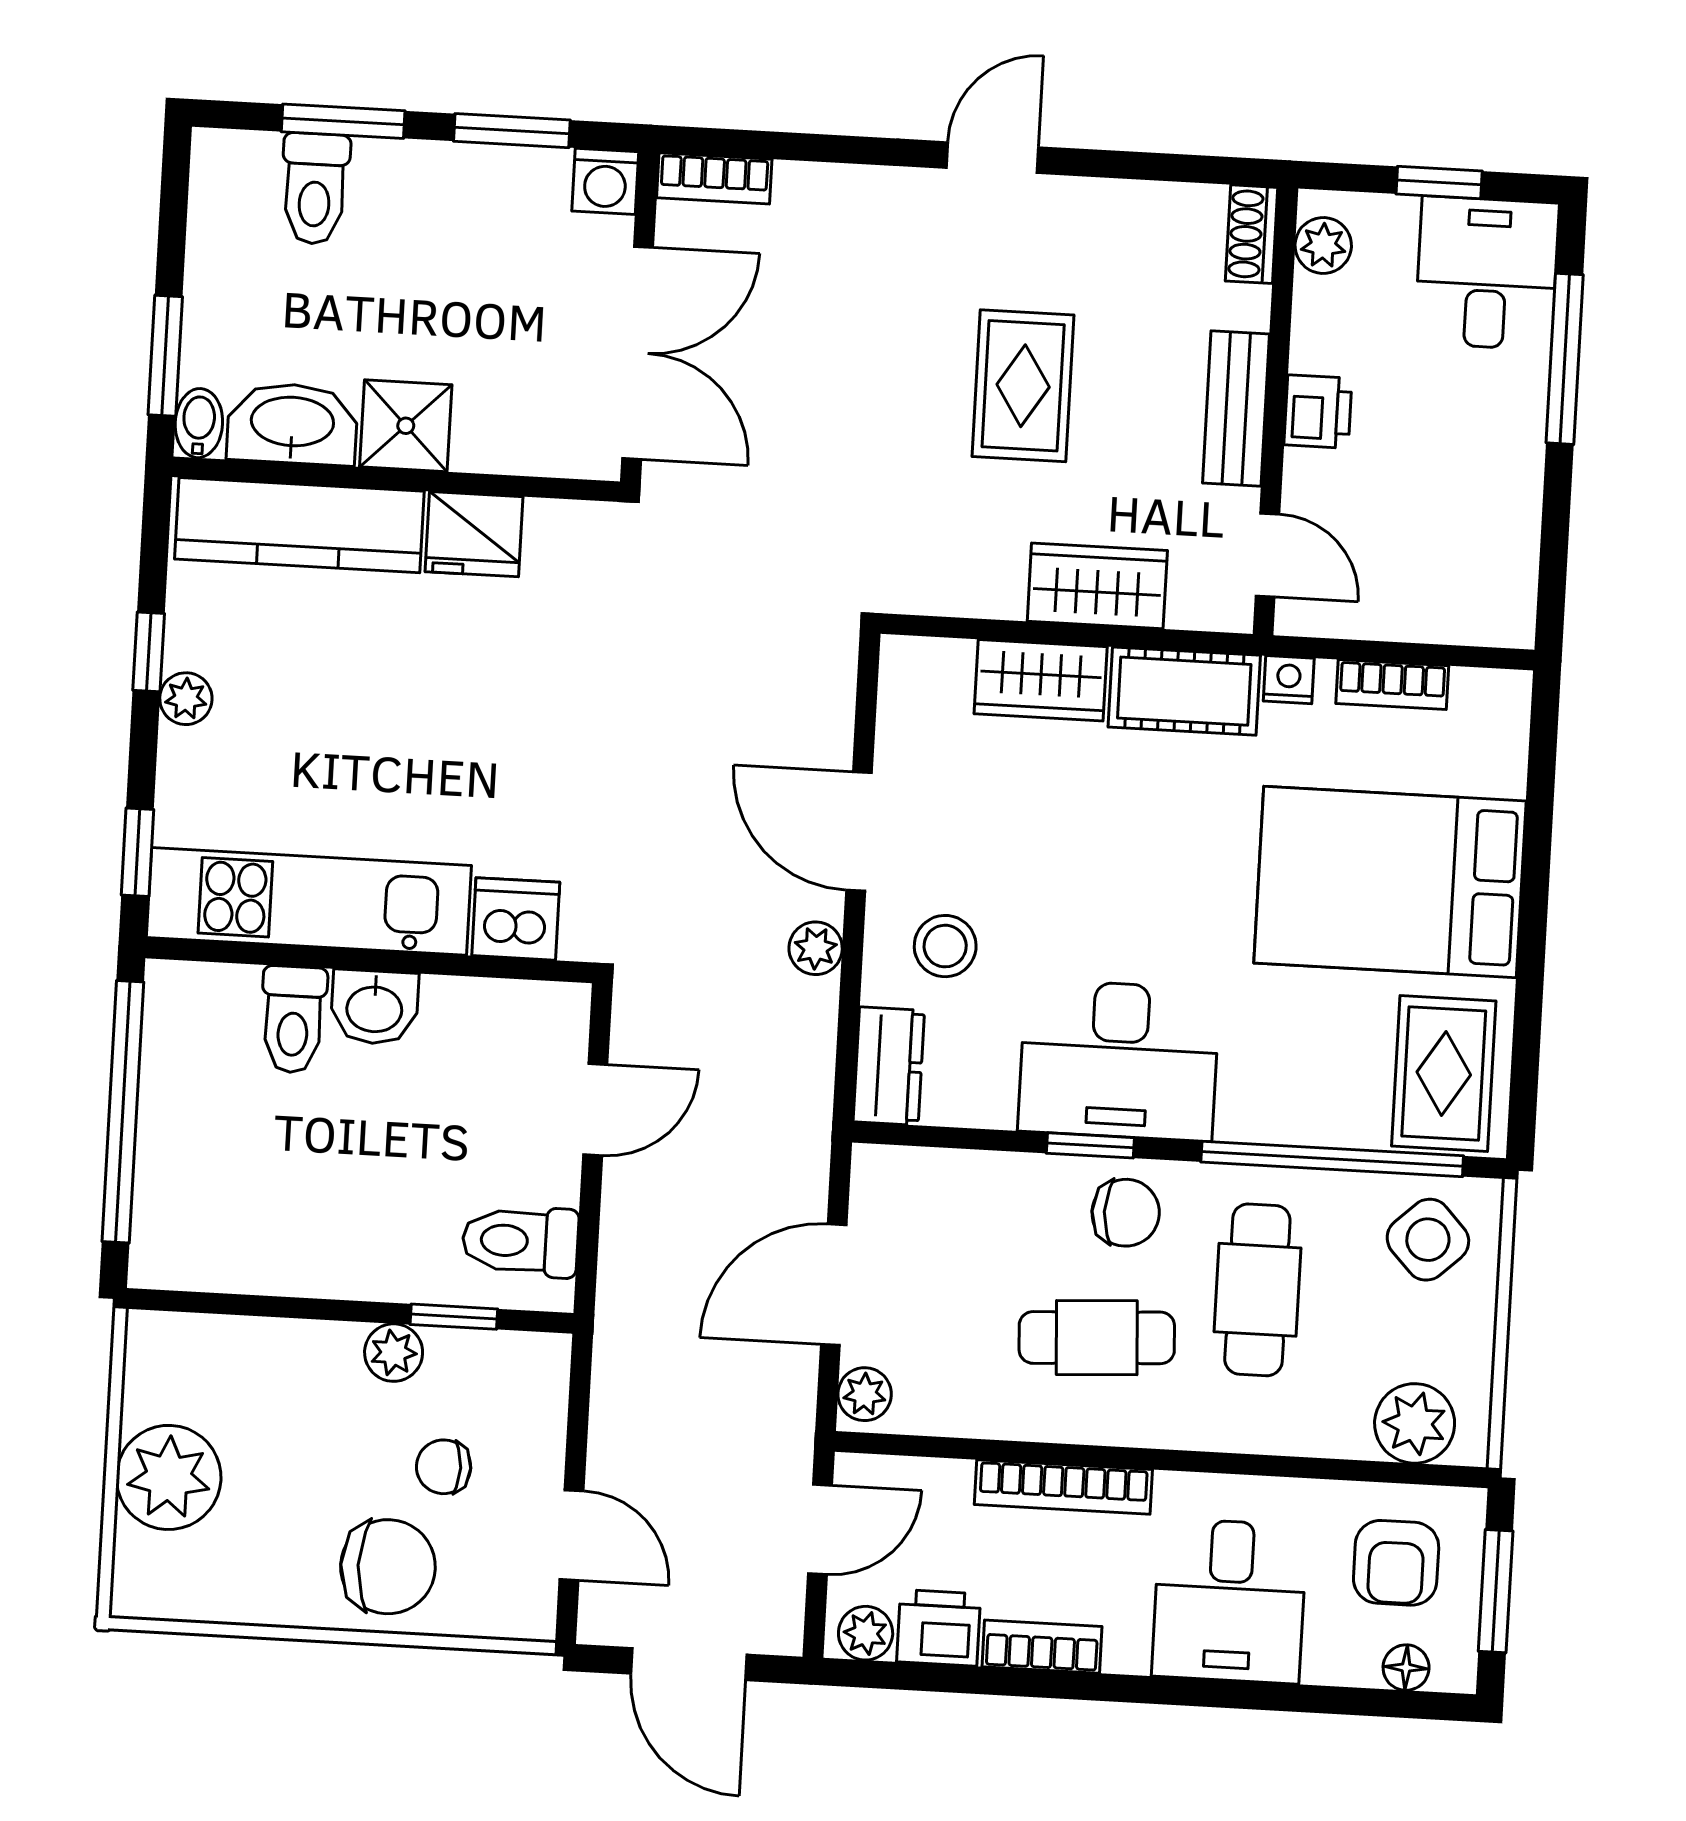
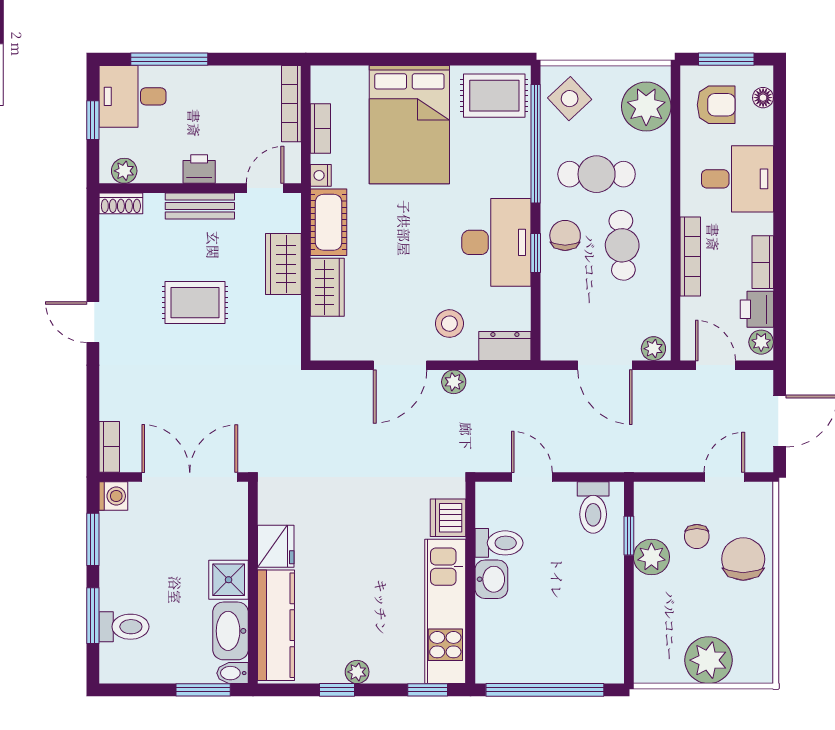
bookcase: (1451, 623) -> (291, 104), added
toilet: (293, 1019) -> (499, 543), moved
plant: (394, 1353) -> (651, 557), width x1.38, depth x1.38
plant: (1415, 1423) -> (646, 106), width x1.36, depth x1.36

